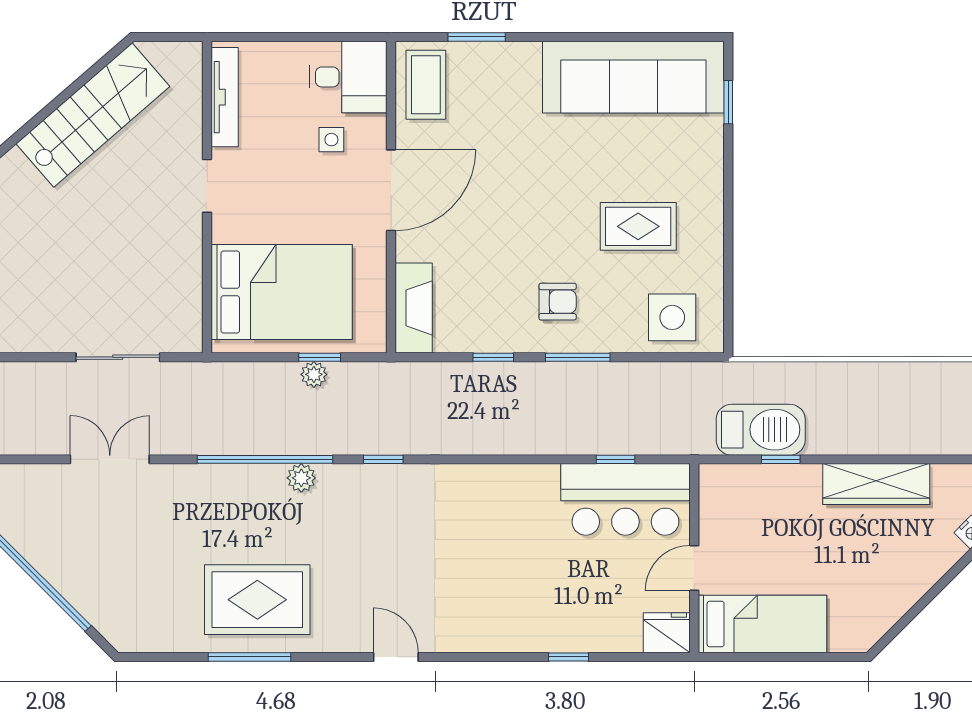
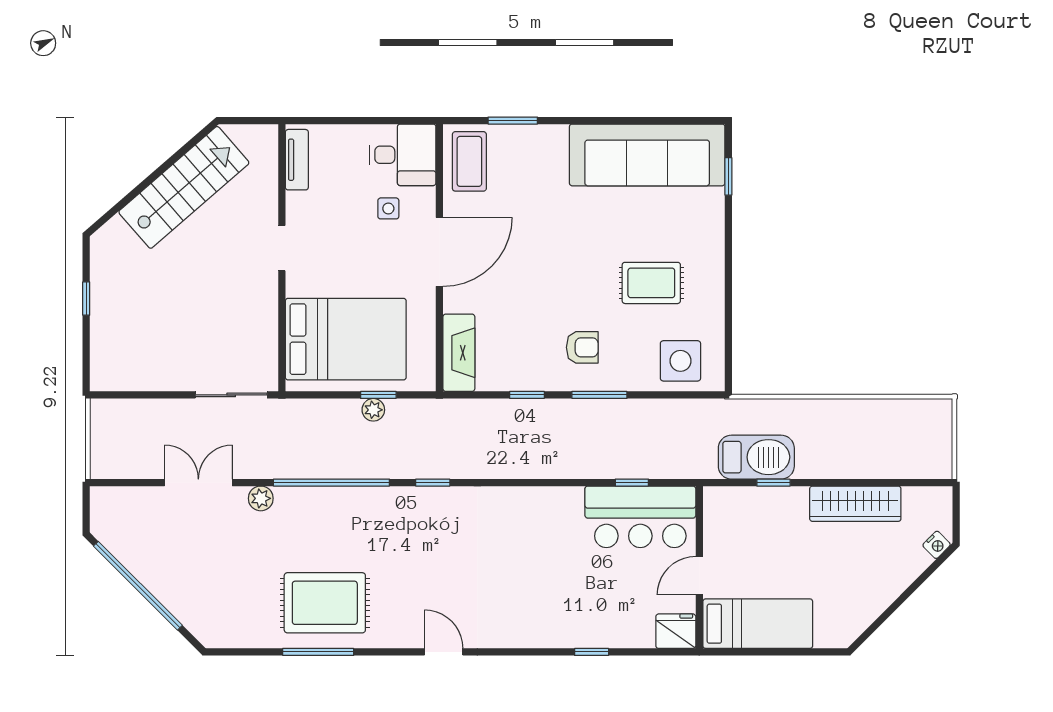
tv unit: (225, 97) -> (297, 160), width x0.71
sliding door: (118, 357) -> (231, 395), moved
plant: (301, 478) -> (261, 498), moved

